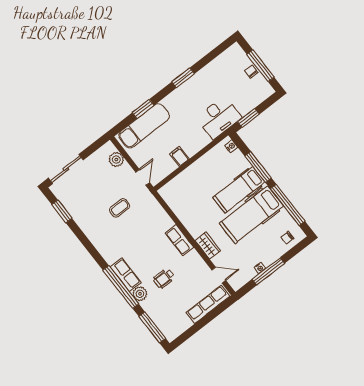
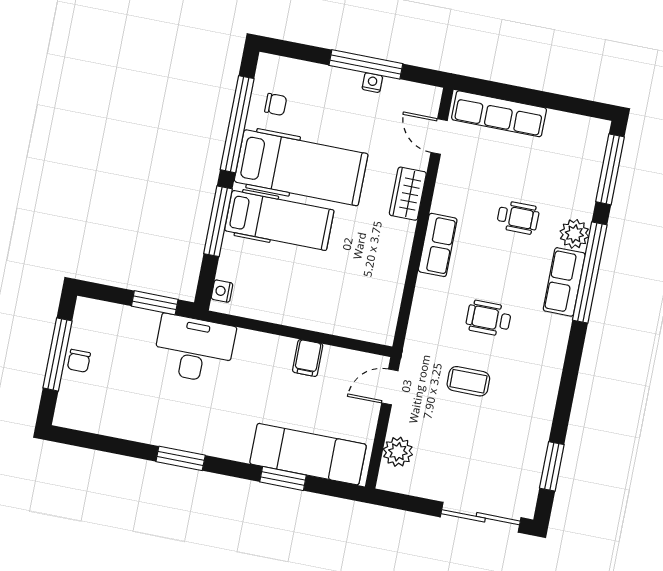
wheelchair: (136, 235) -> (489, 318), added
chair: (287, 238) -> (276, 104), moved

